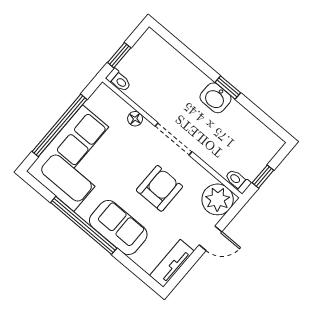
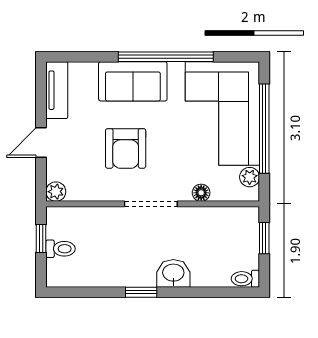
toilet: (119, 80) -> (245, 279), moved
washbasin: (216, 98) -> (173, 273), moved
plant: (95, 102) -> (250, 177), added
toilet: (238, 181) -> (61, 249), moved
plant: (218, 199) -> (56, 192), width x0.53, depth x0.53

